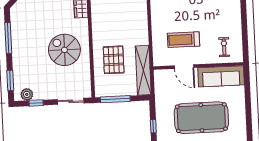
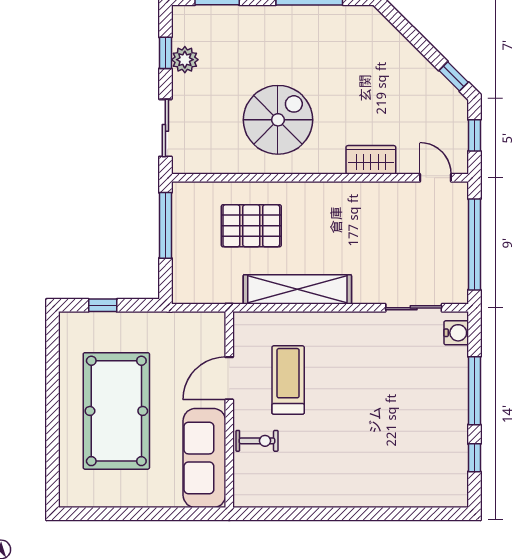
exercise bike: (224, 47) -> (257, 441), moved
shelving: (143, 70) -> (297, 289), moved
plant: (27, 94) -> (185, 60), moved

